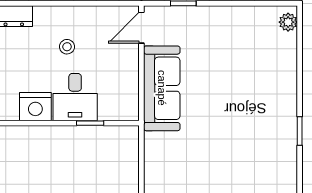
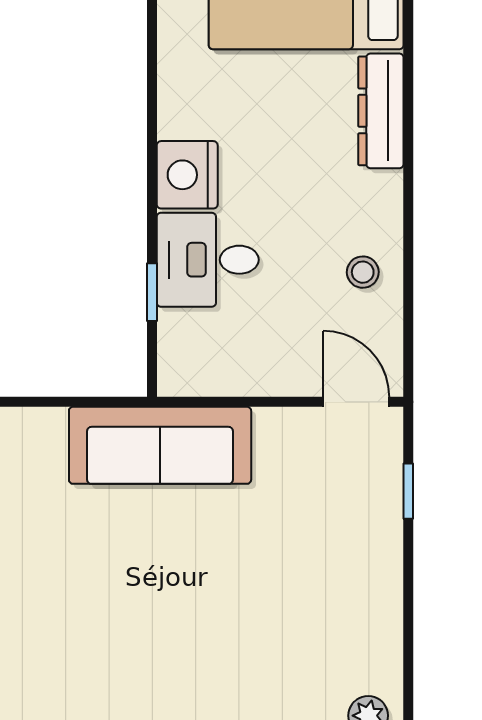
stool: (67, 47) -> (363, 272), moved
sofa: (162, 88) -> (160, 445), moved

